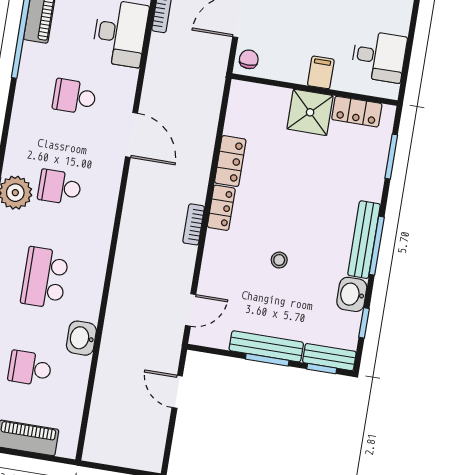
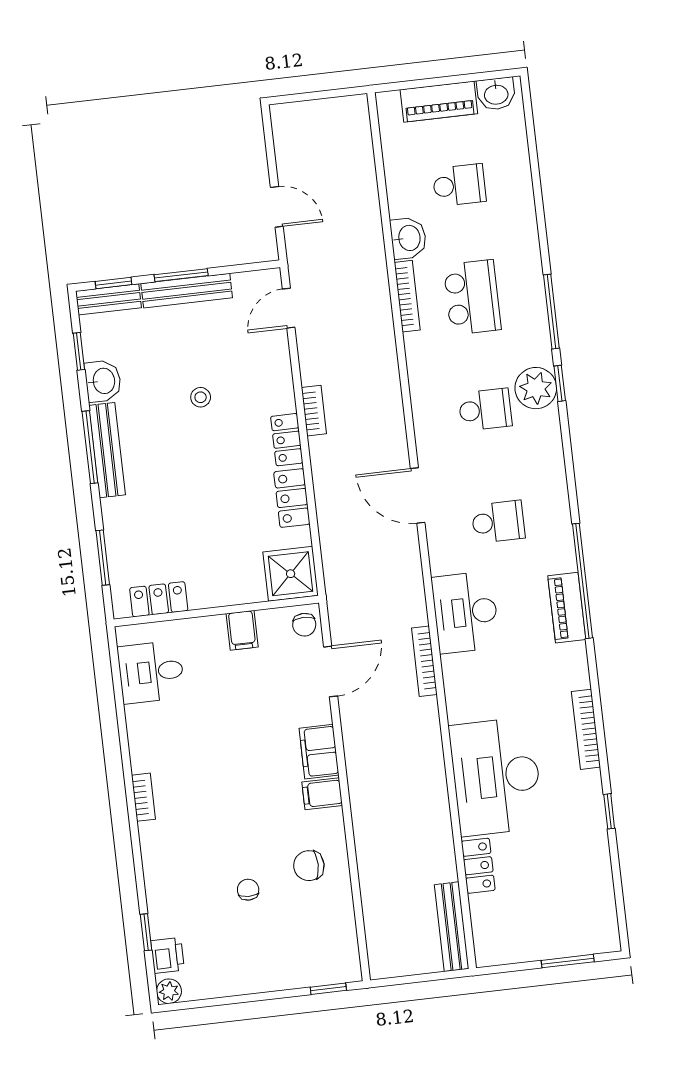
filing cabinet: (321, 72) -> (242, 630), moved
shower: (310, 112) -> (291, 574), moved
bookcase: (95, 293) -> (407, 296), added

